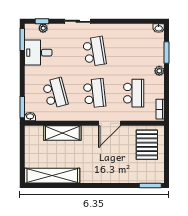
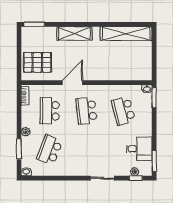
school desk: (94, 51) -> (50, 150), moved, turned 30
shelving: (62, 133) -> (74, 33), moved
pallet: (147, 145) -> (37, 62), turned 90

